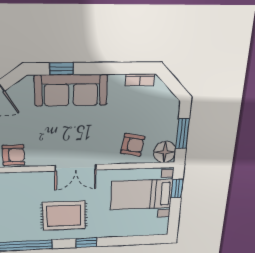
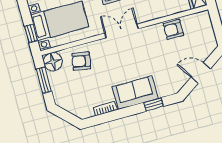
bookcase: (140, 80) -> (105, 109), moved
sofa: (71, 90) -> (135, 93), width x0.73

